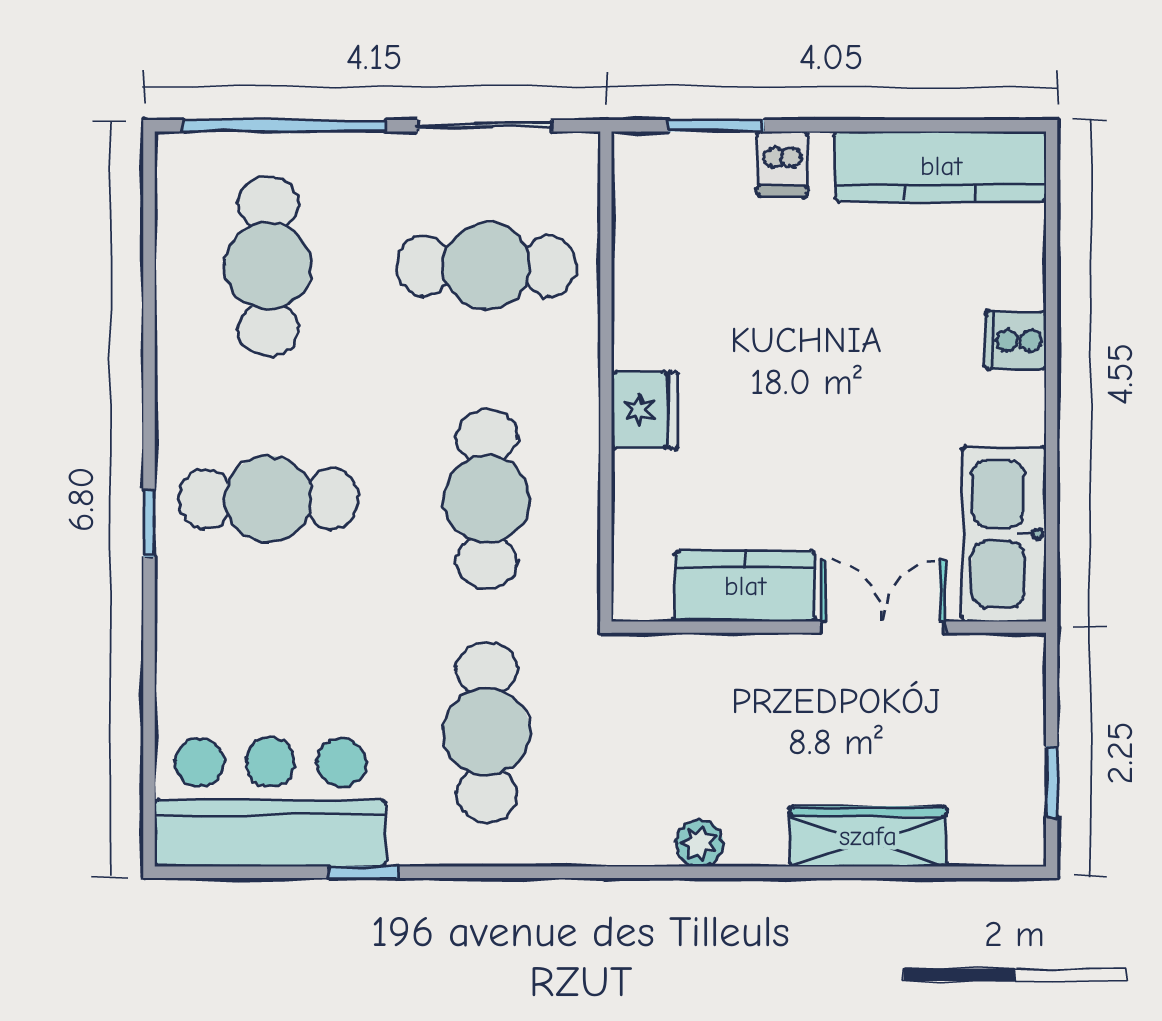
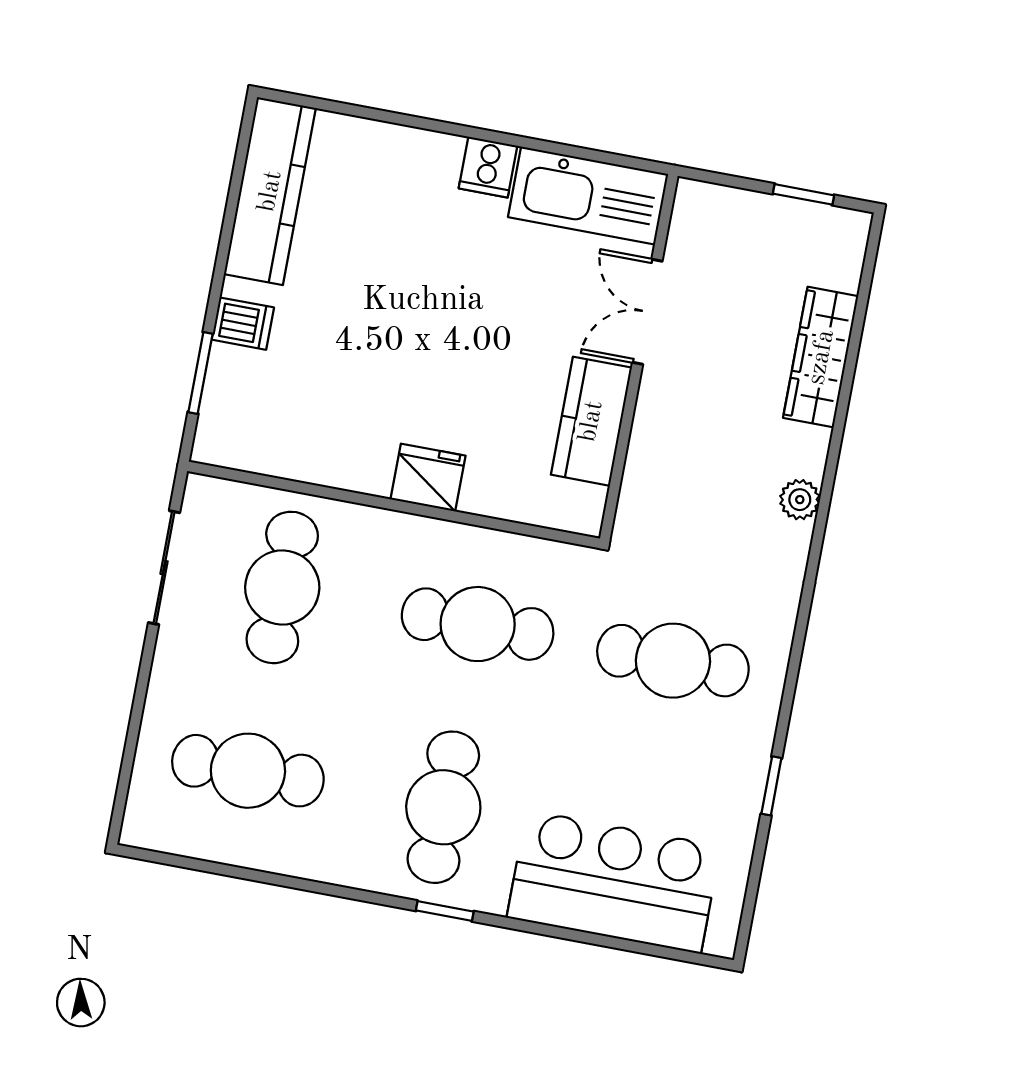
window: (284, 126) -> (133, 735), removed
cooker: (1015, 341) -> (488, 167), moved
bar counter: (270, 802) -> (614, 882), moved, turned 90

